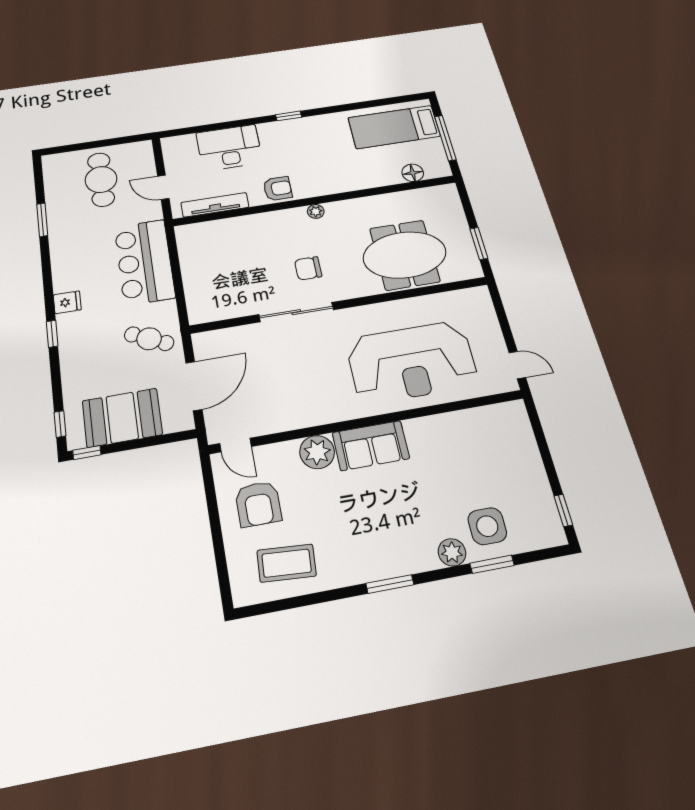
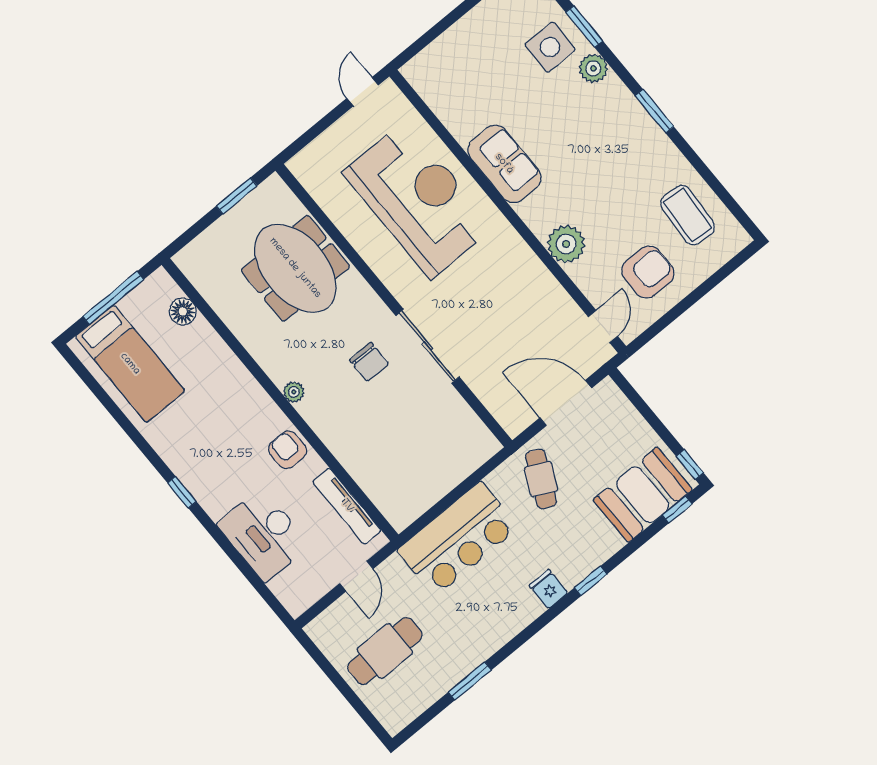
booth: (122, 418) -> (643, 495), moved, turned 90
sofa: (371, 445) -> (504, 164), moved

